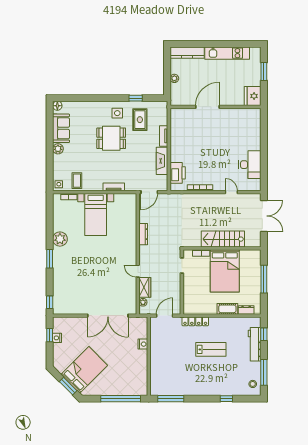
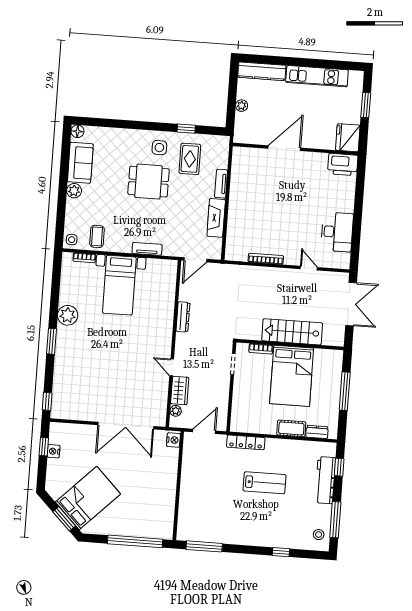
printer: (178, 173) -> (343, 165), moved, turned 90
nightstand: (143, 344) -> (173, 440), moved

